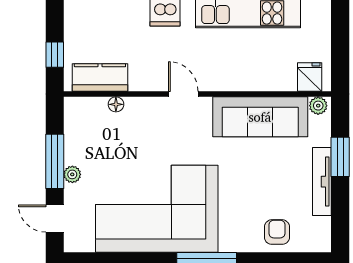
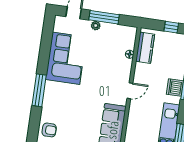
window: (55, 55) -> (171, 27), moved
corner sofa: (157, 209) -> (66, 58), width x0.73, depth x0.74

